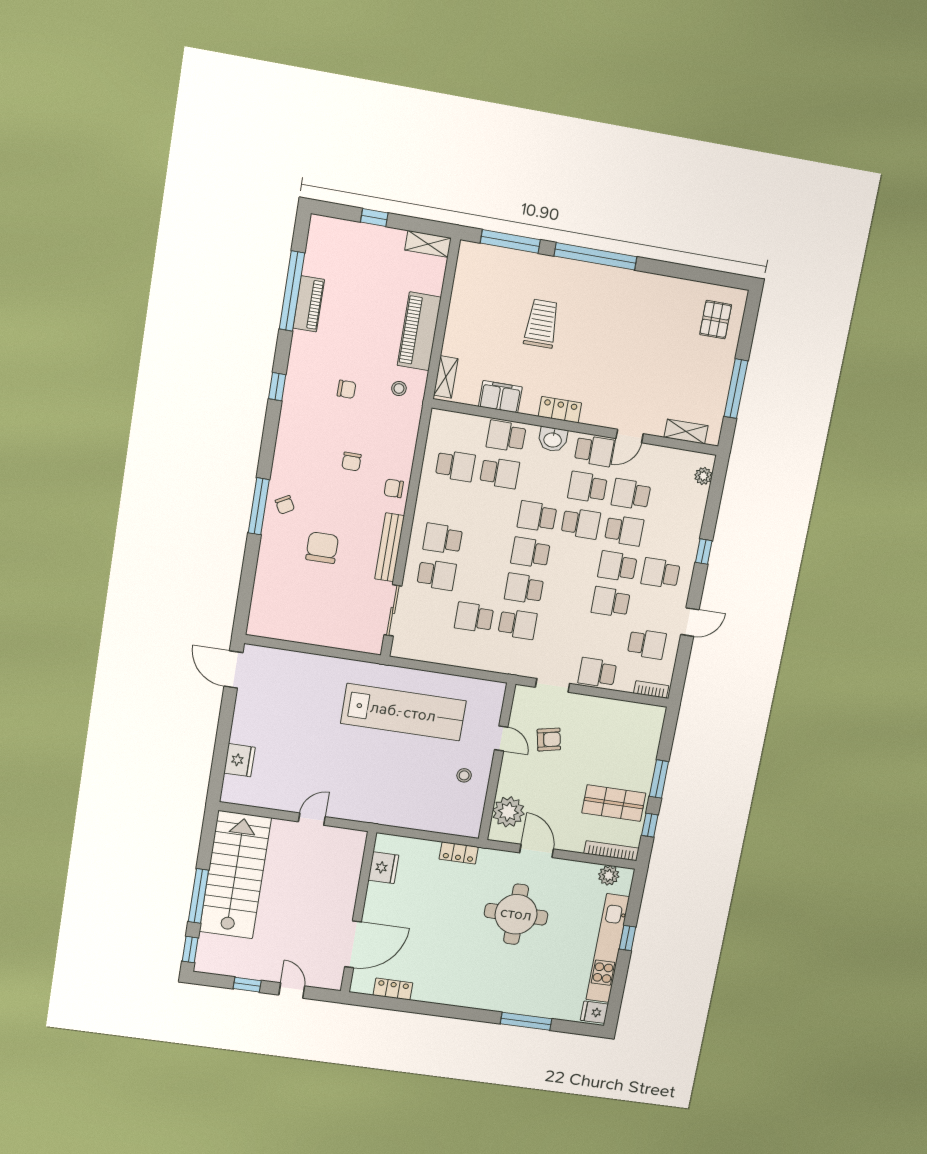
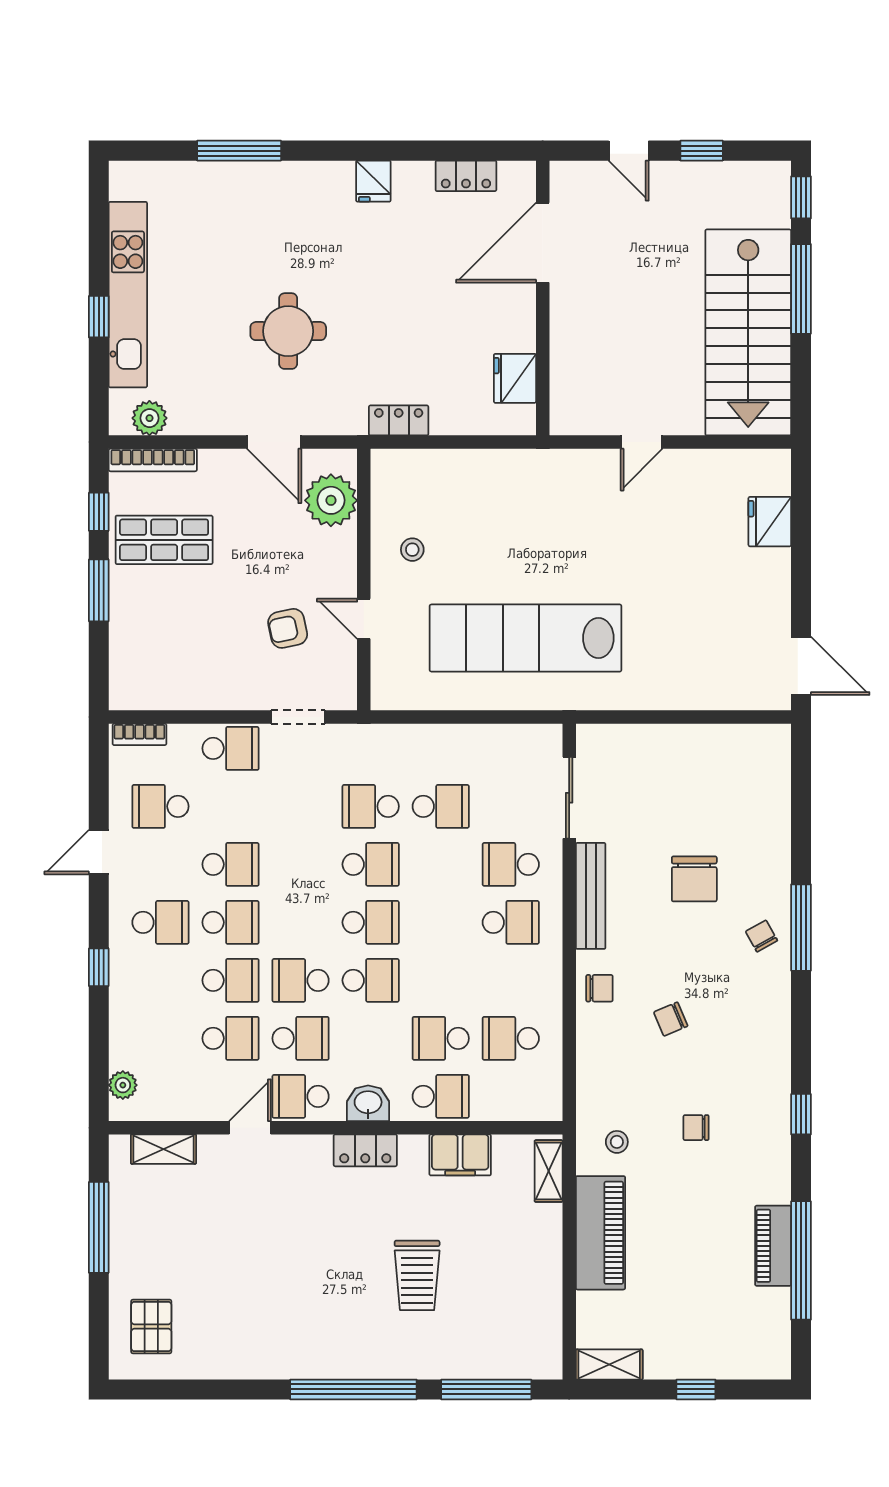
chair: (351, 461) -> (671, 1019), turned -113
school desk: (624, 530) -> (231, 980), turned 180
round table: (516, 914) -> (288, 331), width x0.73, depth x0.73
fridge: (594, 1012) -> (373, 181), moved, turned 90

